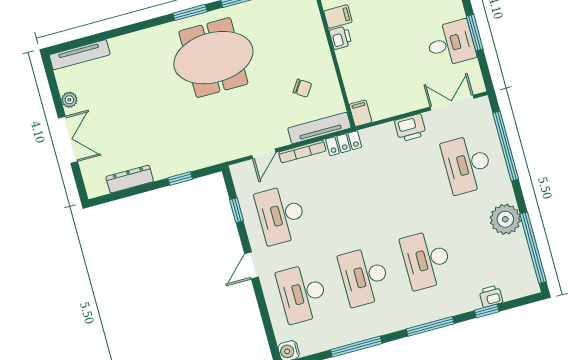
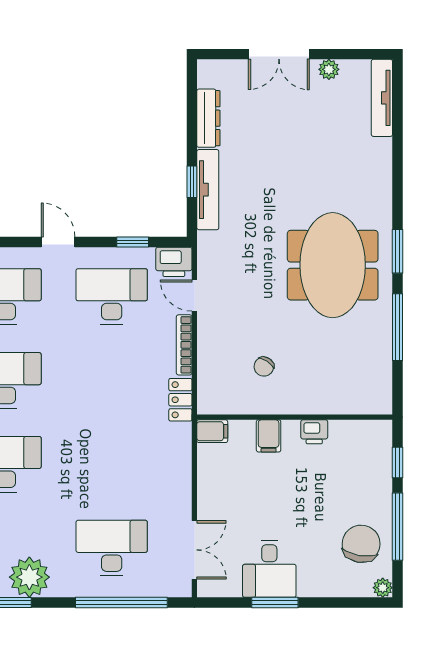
filing cabinet: (338, 17) -> (269, 436), moved
tv unit: (319, 128) -> (208, 190), moved
printer: (410, 128) -> (174, 262), moved, turned -90

